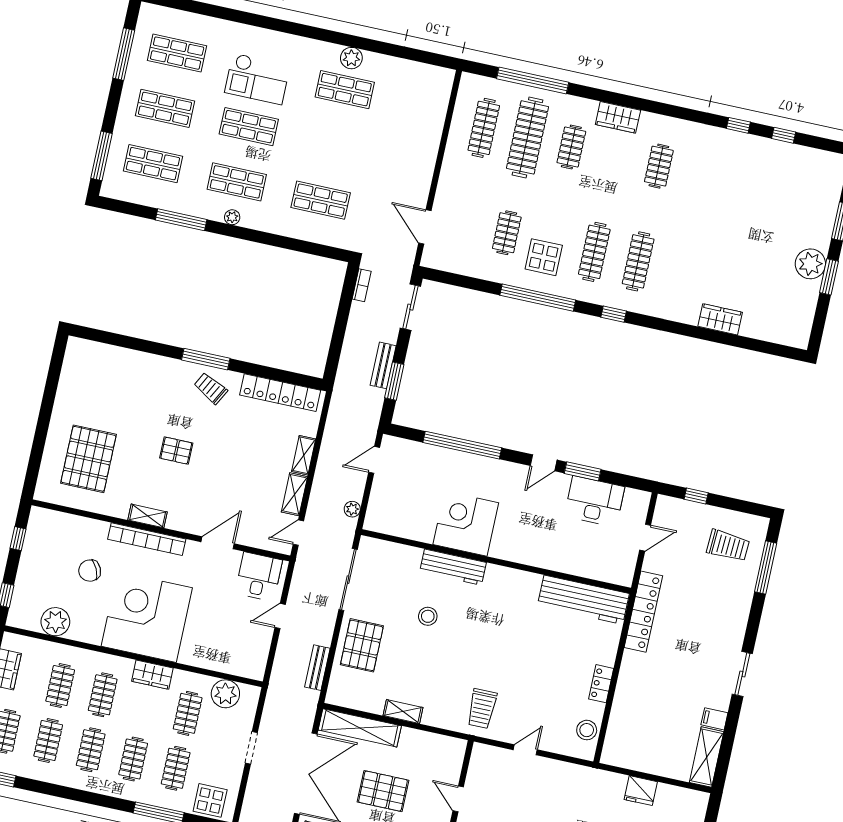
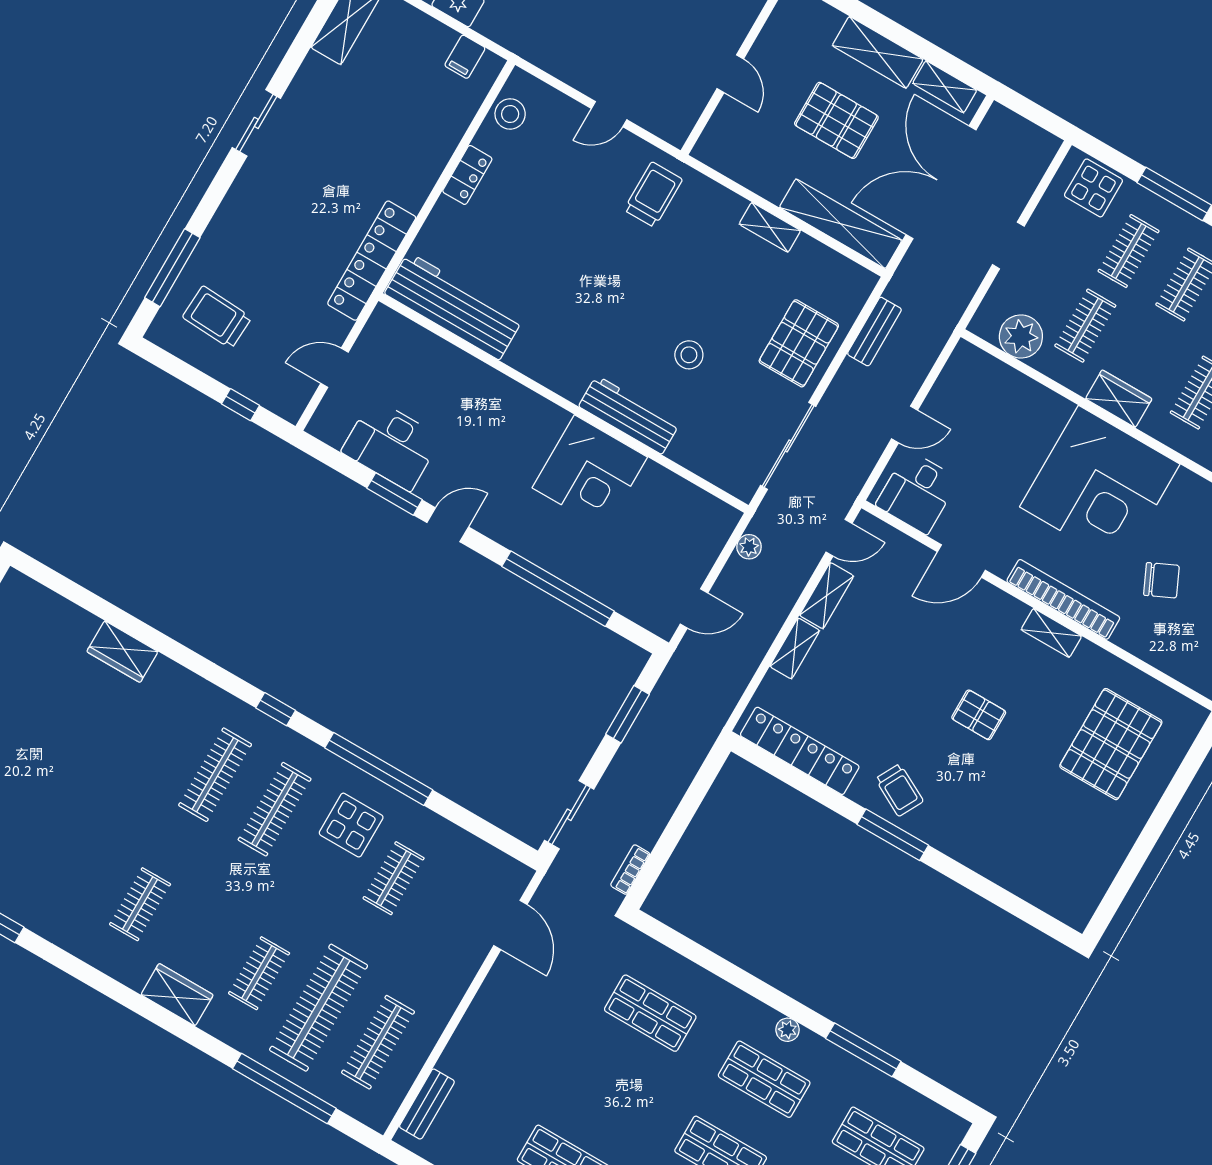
bench: (383, 365) -> (427, 1104), moved
filing cabinet: (714, 719) -> (465, 57), moved, turned 90

